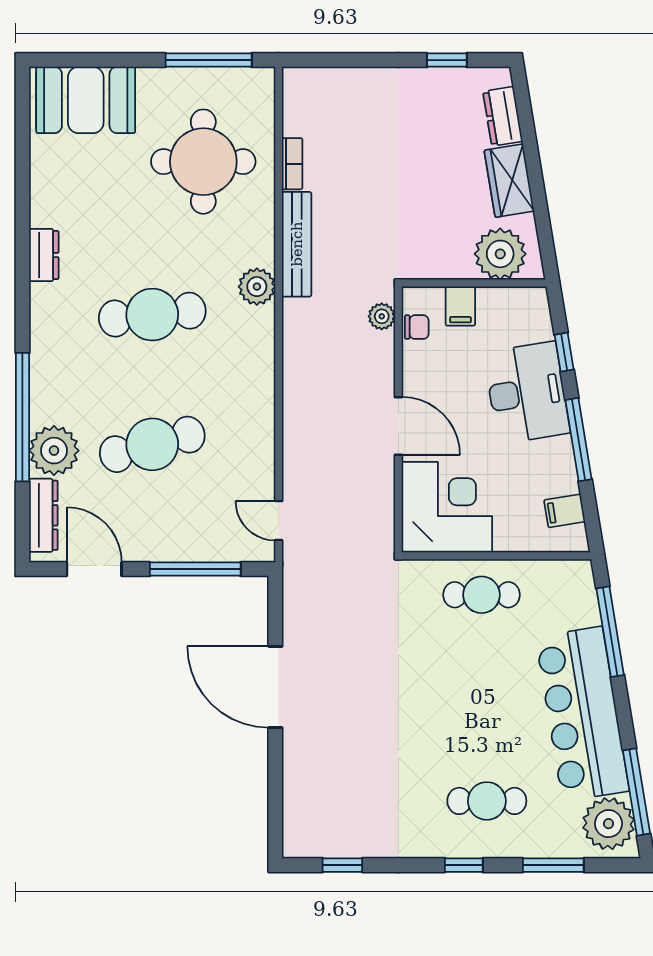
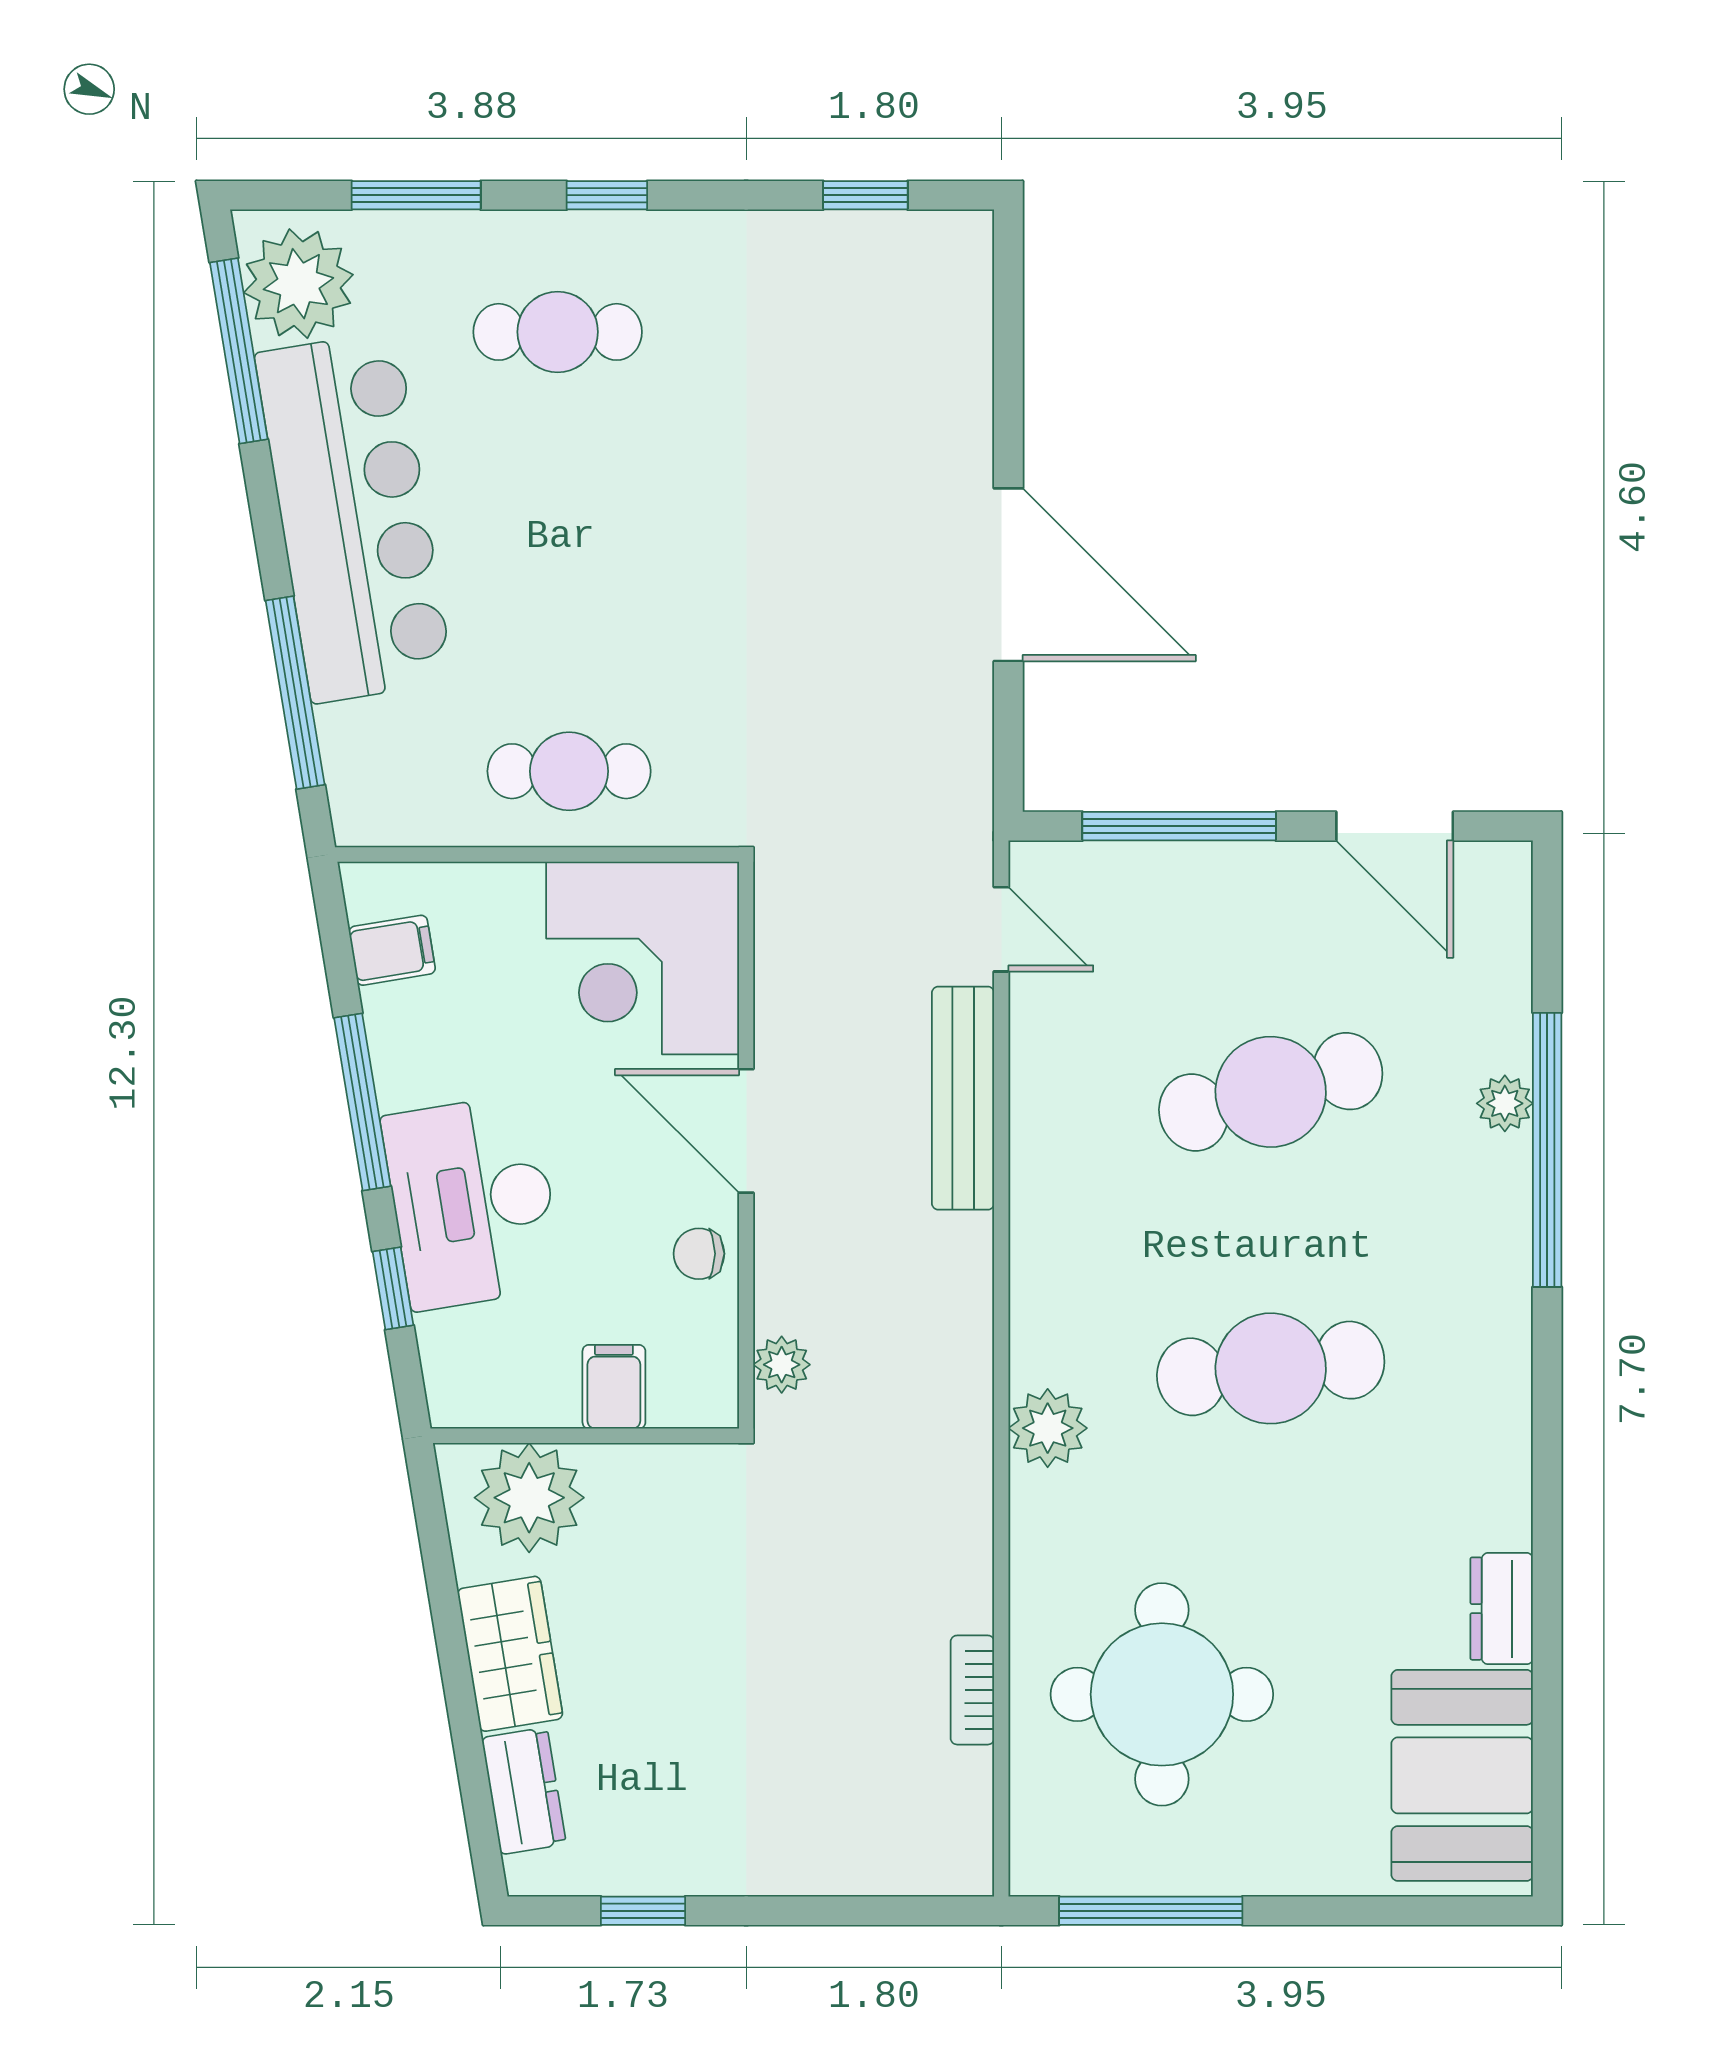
booth: (86, 100) -> (1462, 1775), moved, turned 90
bench: (297, 244) -> (963, 1098), moved
dresser: (44, 255) -> (1502, 1609), moved
chair: (417, 327) -> (699, 1254), moved
plant: (54, 451) -> (1505, 1103), width x0.53, depth x0.53
dresser: (43, 515) -> (1503, 941), removed

